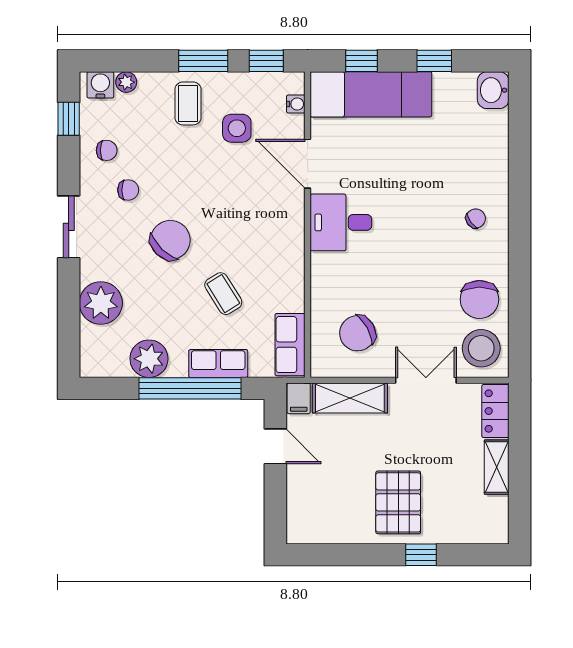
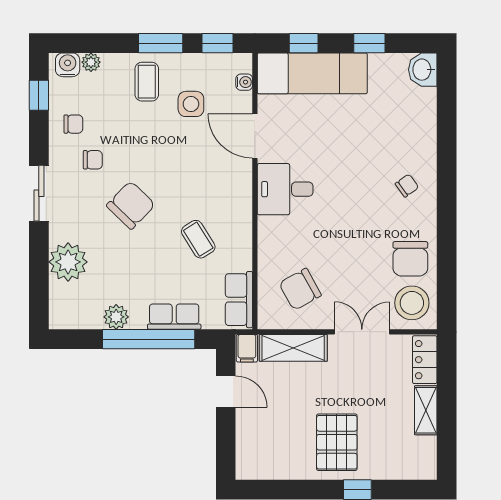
coffee table: (223, 294) -> (198, 239), moved
plant: (149, 359) -> (116, 317), width x0.73, depth x0.73

